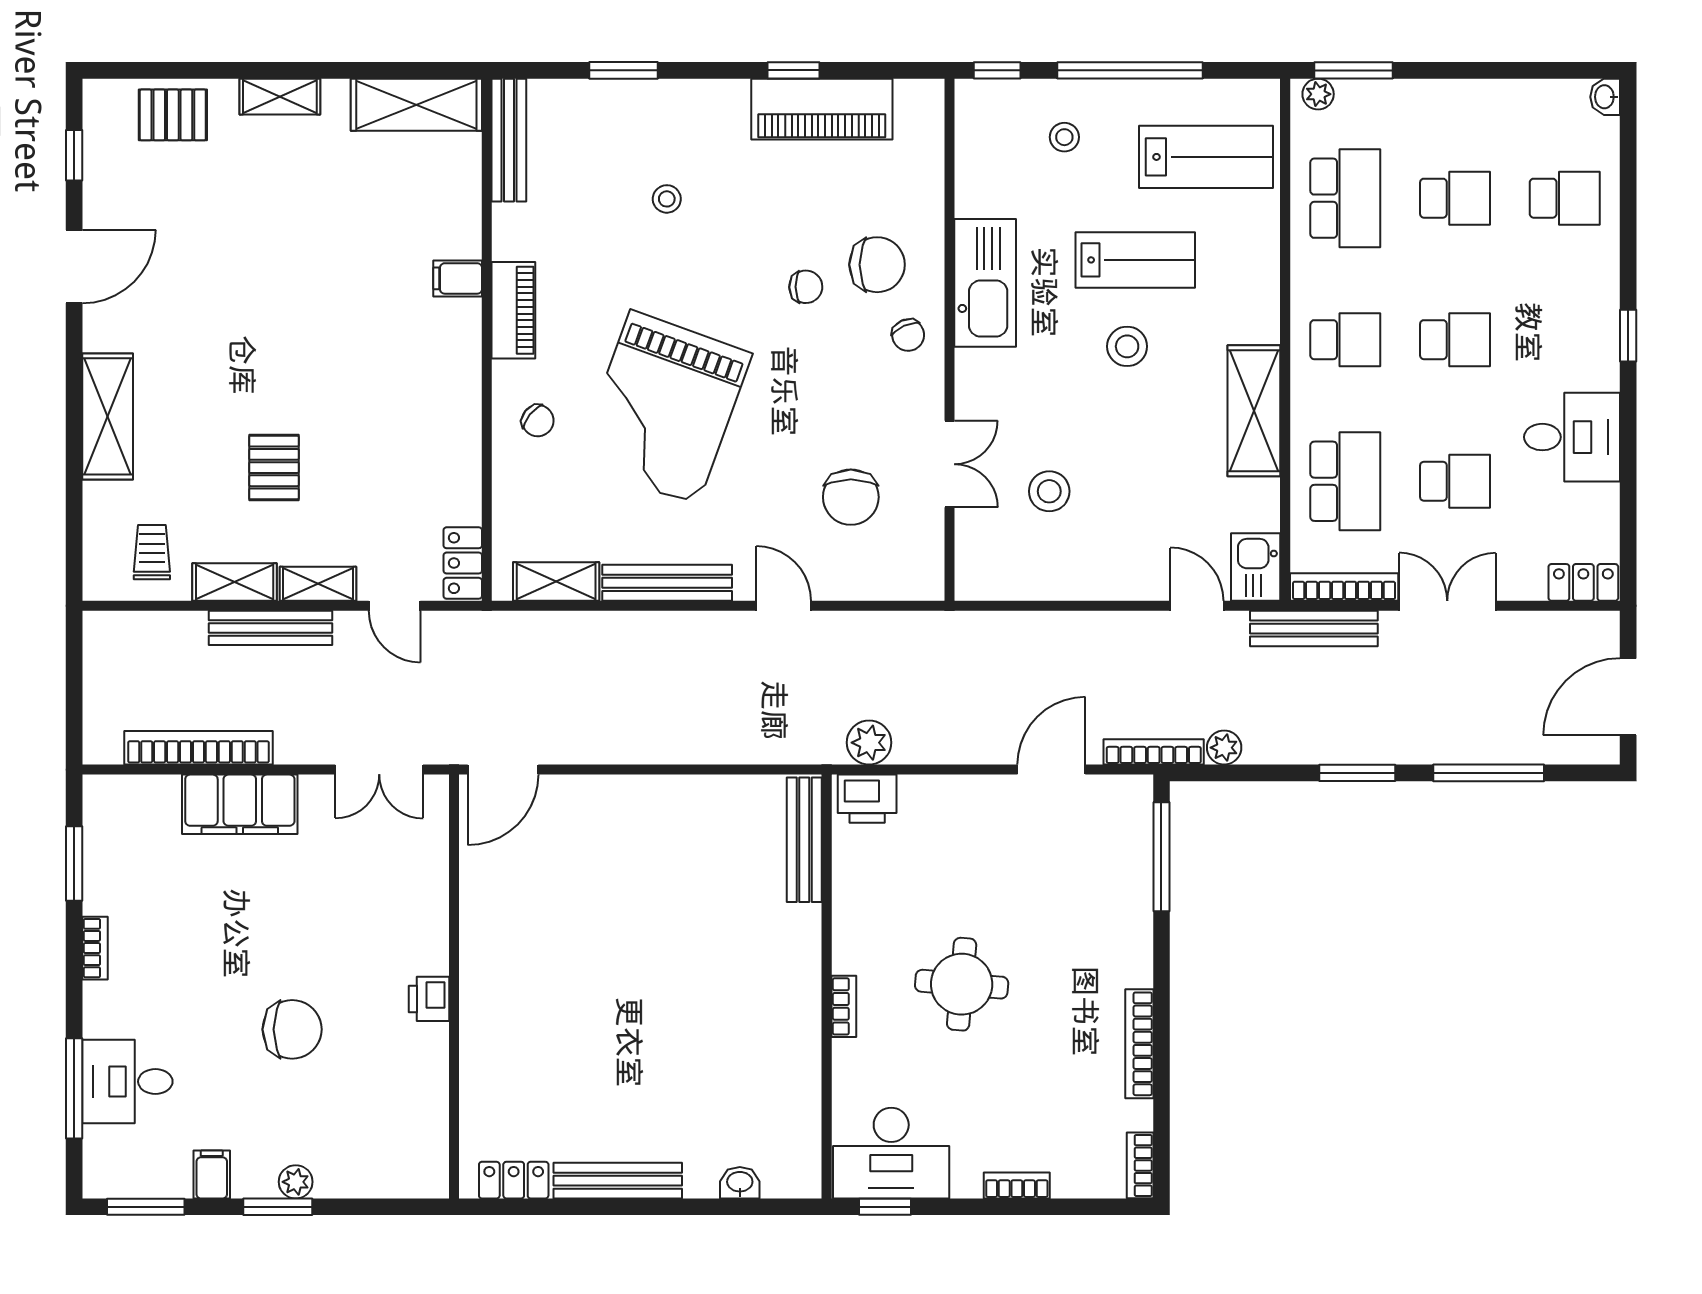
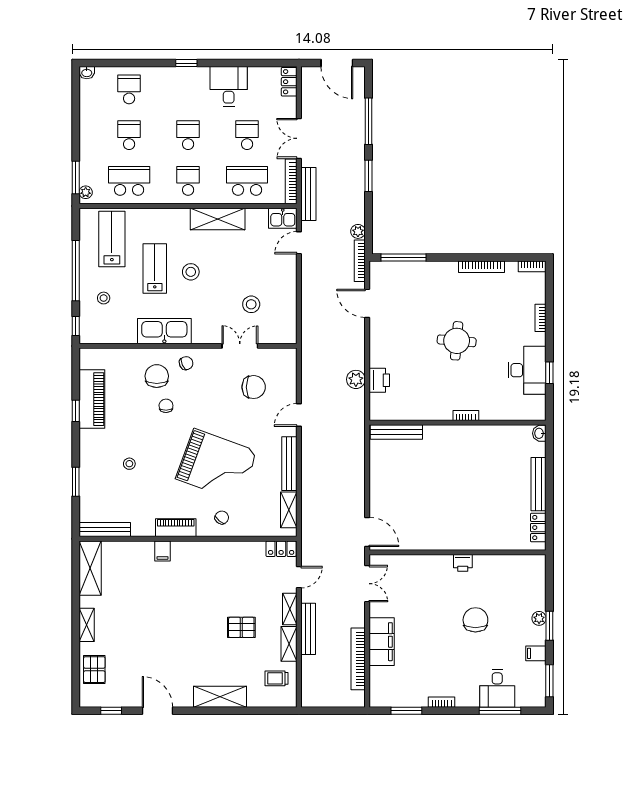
bench: (804, 840) -> (396, 432), moved
wall: (827, 987) -> (458, 423), moved
bookcase: (844, 1006) -> (466, 416), moved

